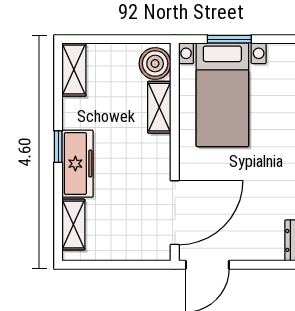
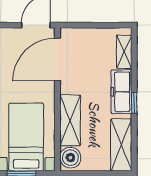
shelving: (74, 70) -> (121, 145), width x1.50, depth x1.33
shelving: (159, 107) -> (70, 120), width x1.50, depth x1.33

